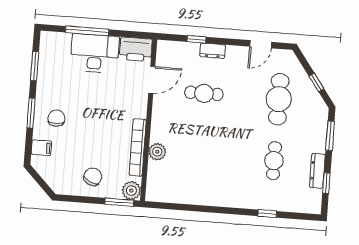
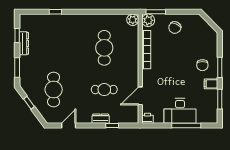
printer: (136, 49) -> (147, 118), width x0.53, depth x0.68
filing cabinet: (41, 148) -> (211, 84), moved
plant: (157, 152) -> (133, 20), moved
cafe table: (274, 161) -> (104, 48), moved, width x1.37, depth x1.35

